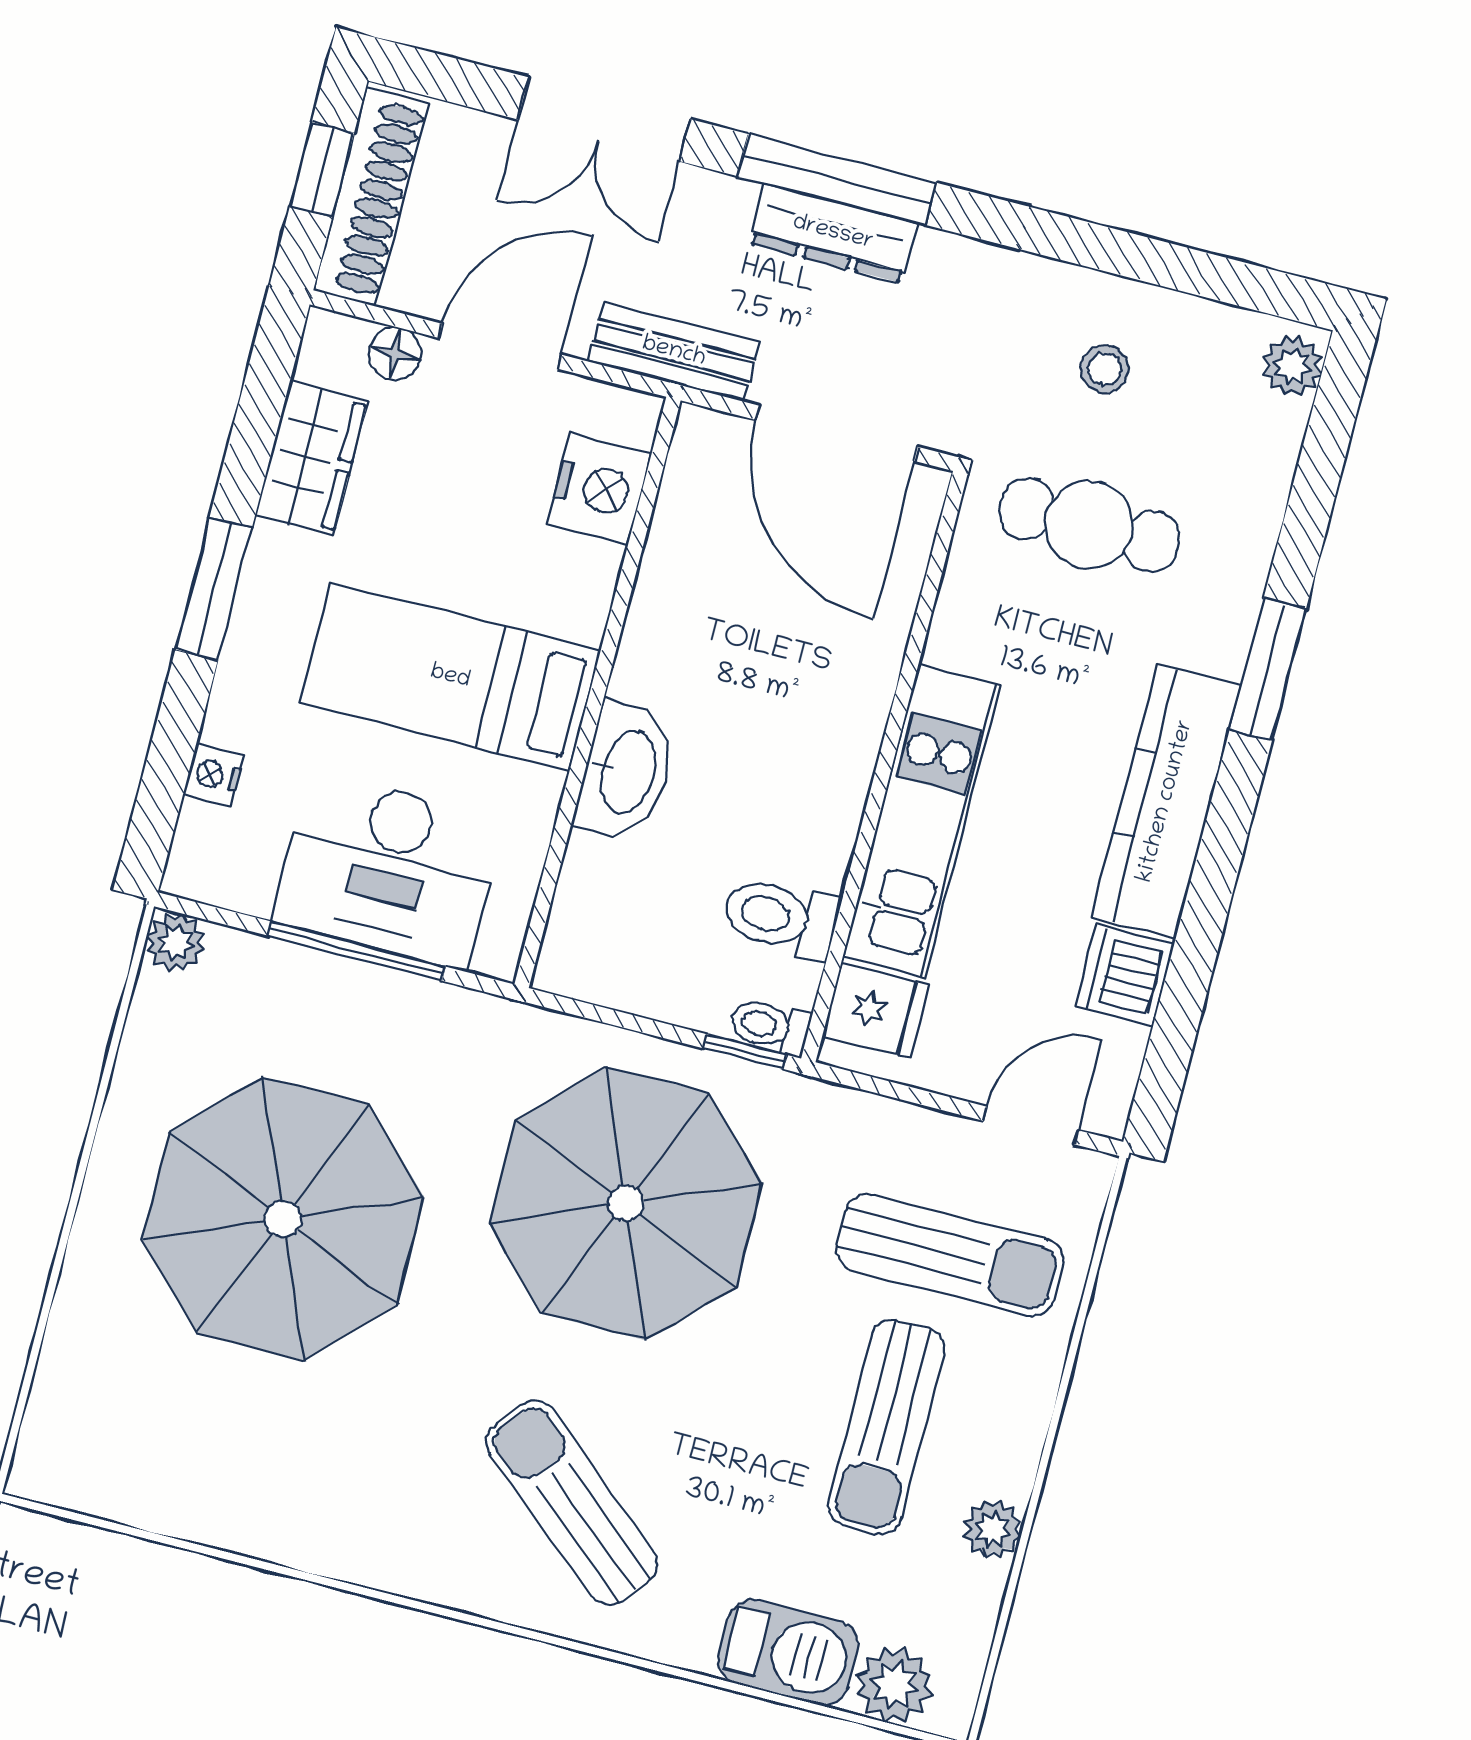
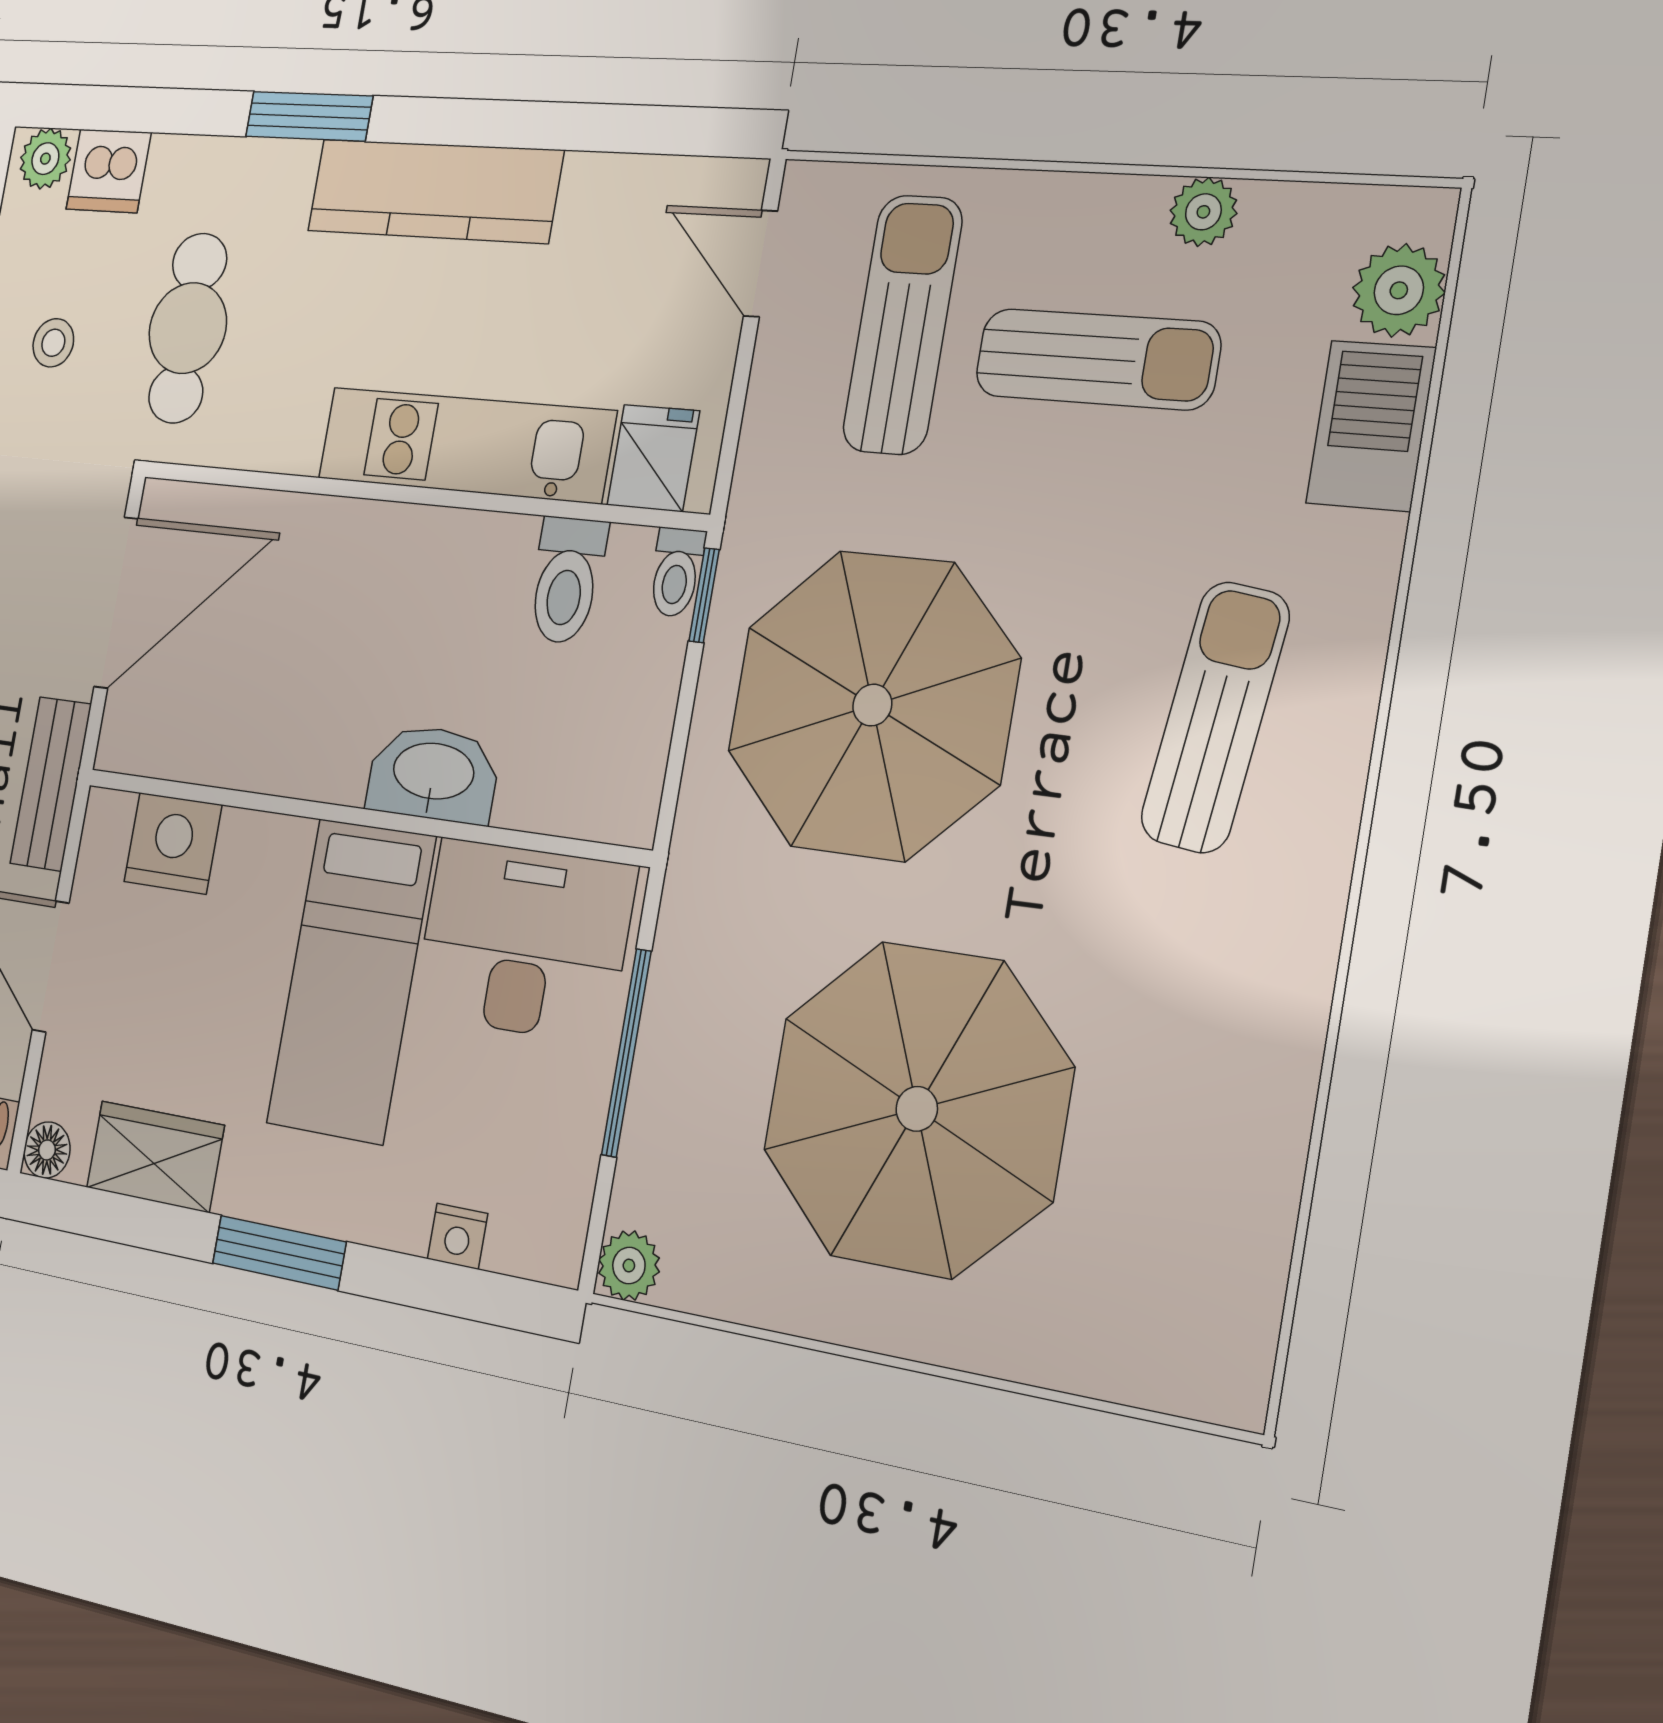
floor lamp: (395, 354) -> (47, 1150), moved
desk: (389, 870) -> (524, 941), moved, turned -90
dishwasher: (1125, 975) -> (109, 171), moved
sun lounger: (572, 1503) -> (1215, 717), turned 147

